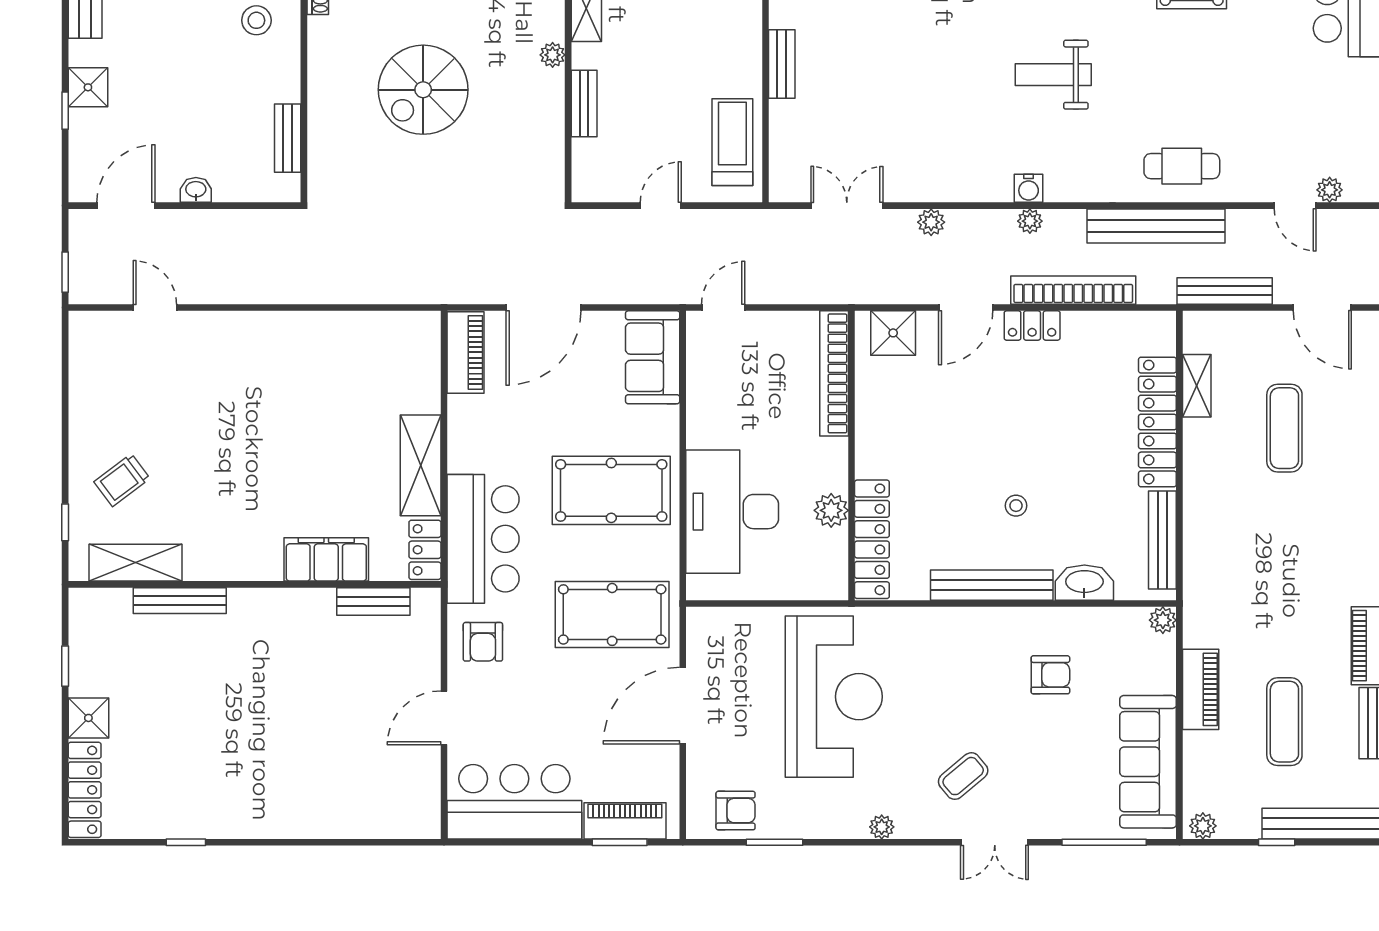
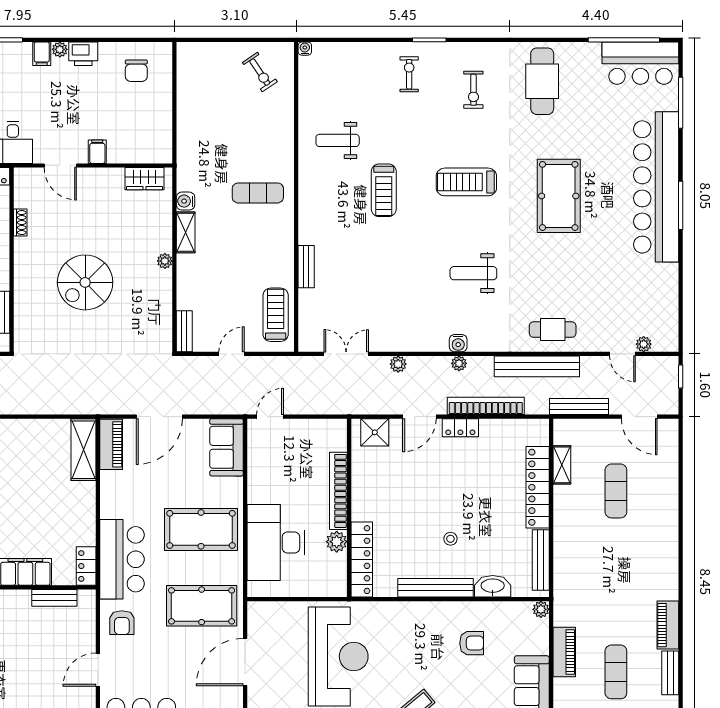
bench: (584, 103) -> (184, 331), moved
bookcase: (834, 373) -> (338, 491), moved
shelving: (421, 465) -> (84, 450), moved

